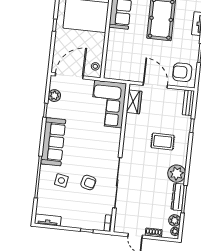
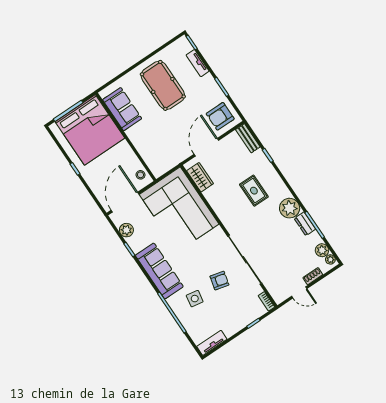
door: (155, 85) -> (206, 147), hinge flipped
corner sofa: (108, 104) -> (179, 209), width x1.36, depth x1.36
rug: (163, 142) -> (254, 191), turned 90
dresser: (178, 197) -> (305, 224), width x0.70

